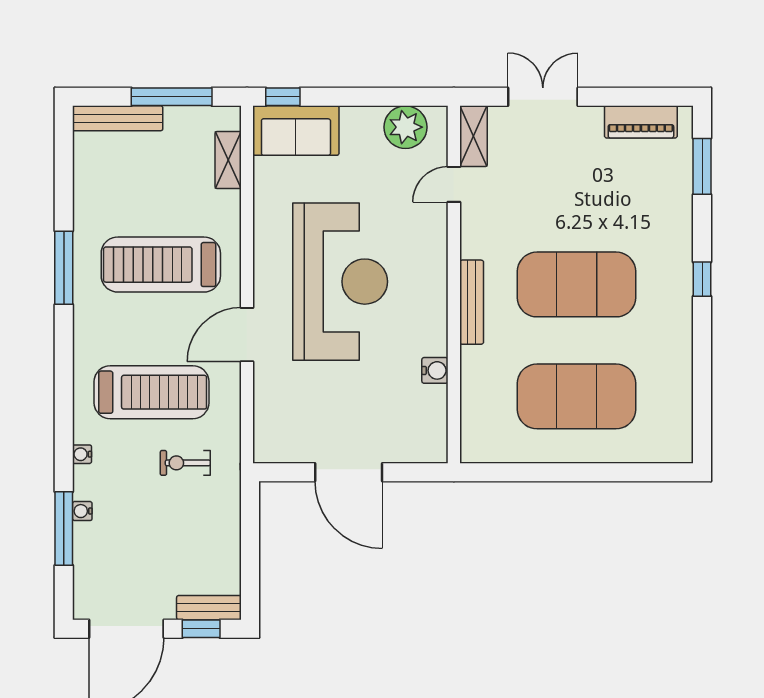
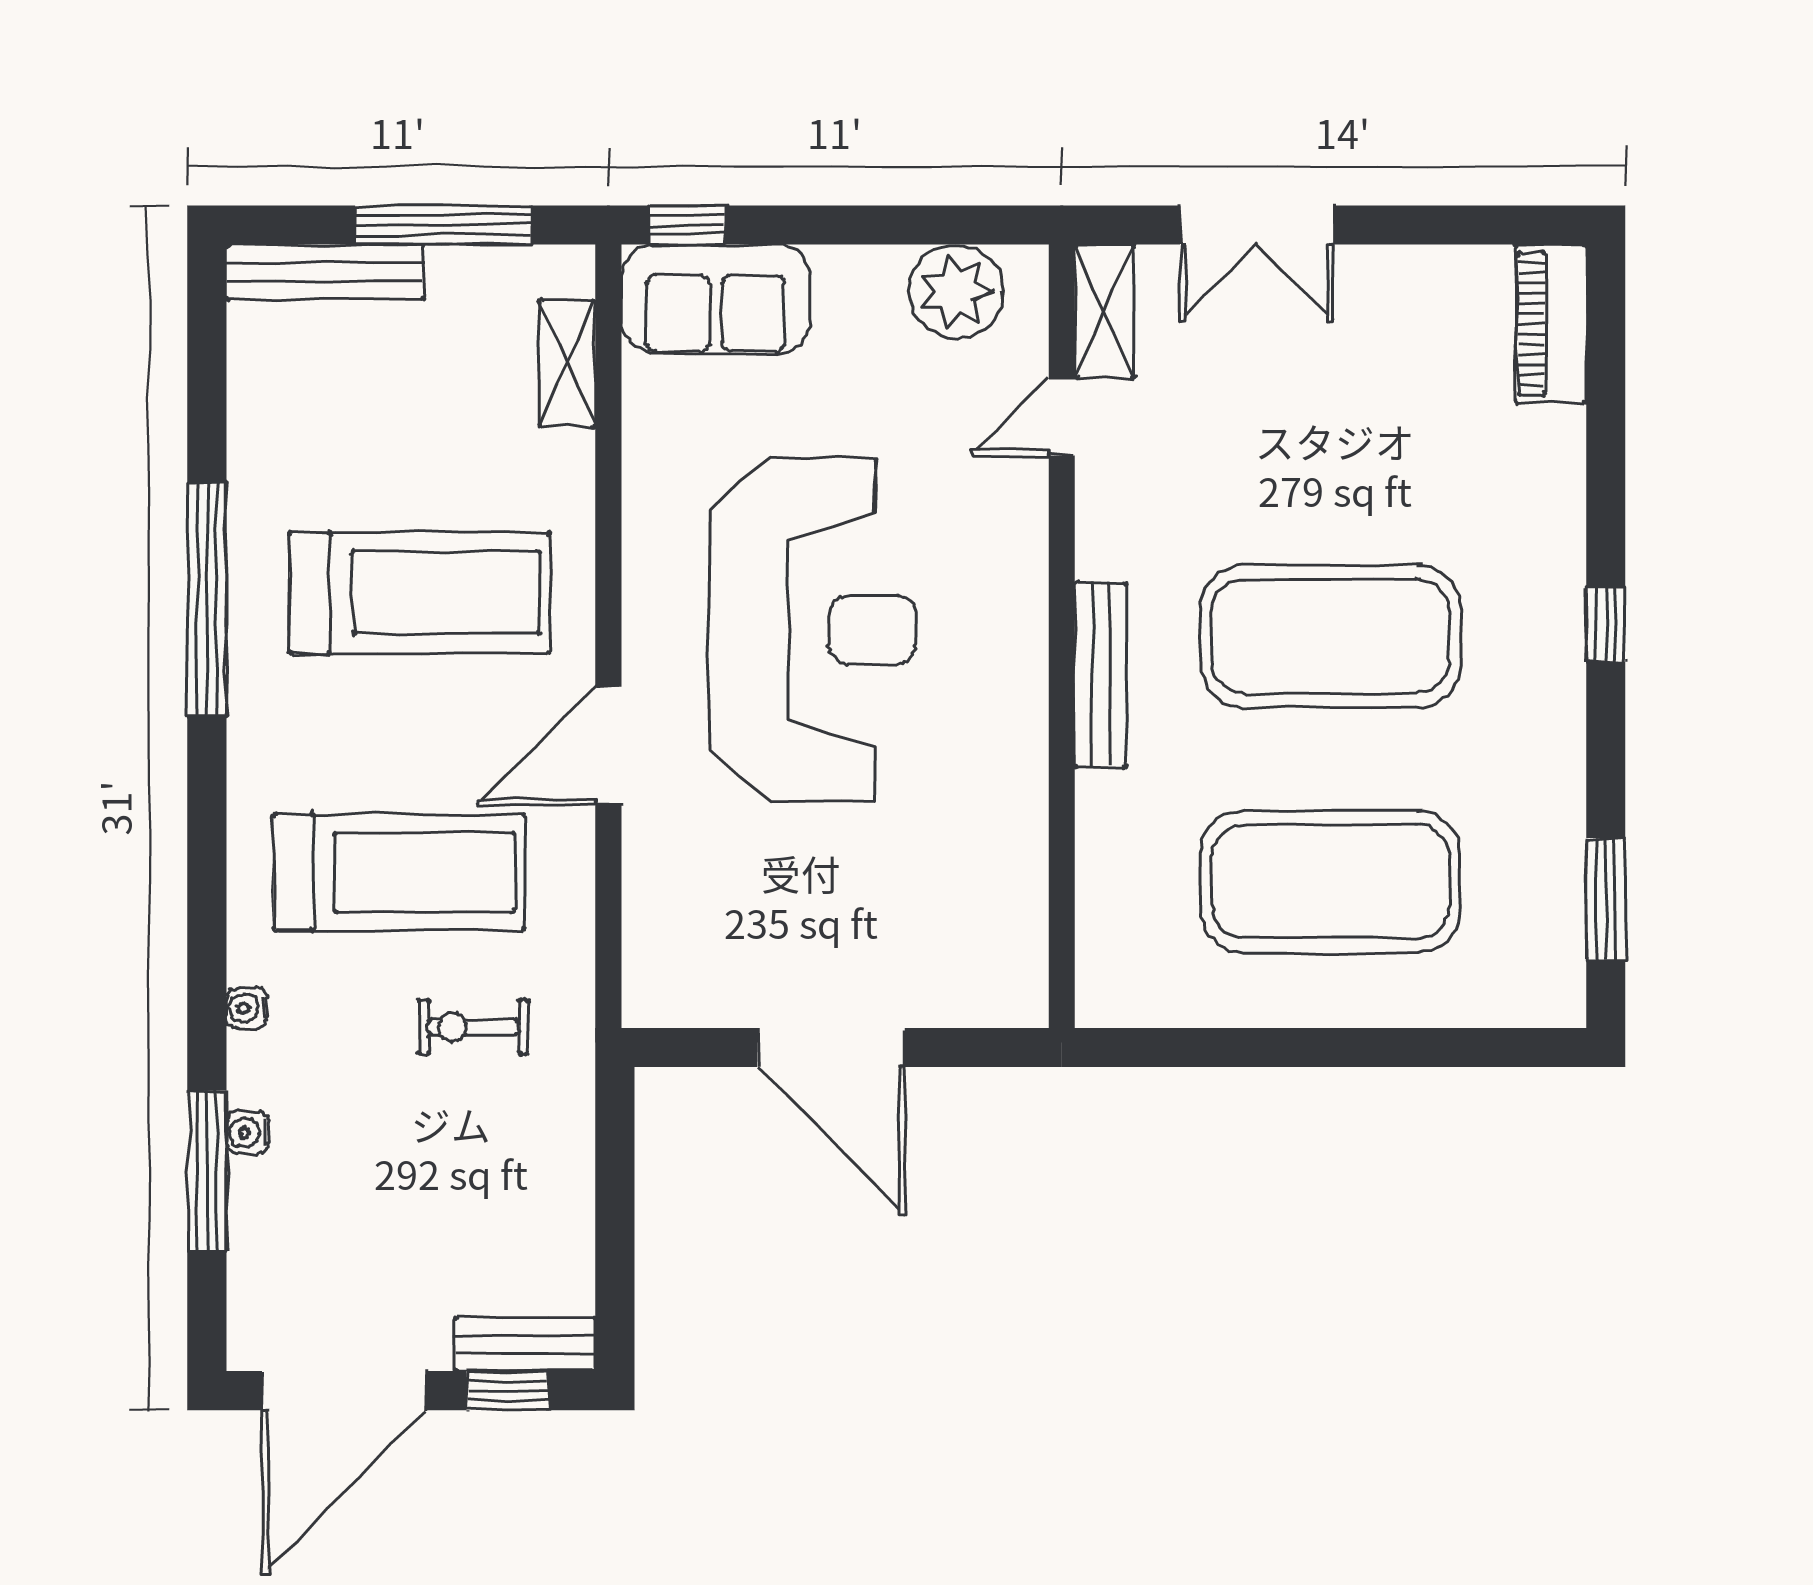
double door: (543, 97) -> (1257, 225), swing flipped
piano: (641, 122) -> (1551, 324), moved, turned 90
window: (702, 166) -> (1606, 899), moved
treadmill: (161, 265) -> (420, 593), turned 180
window: (64, 268) -> (207, 600), width x1.46
water cooler: (435, 370) -> (1020, 825), removed

